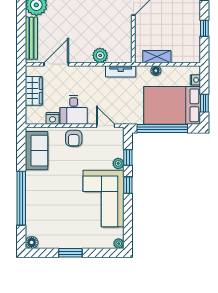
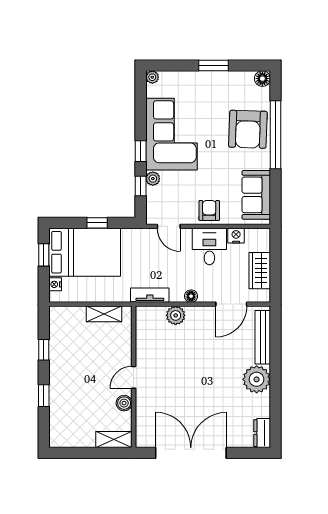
floor lamp: (156, 71) -> (191, 296), moved
window: (162, 128) -> (97, 223), width x0.32
armchair: (43, 202) -> (248, 129), added

